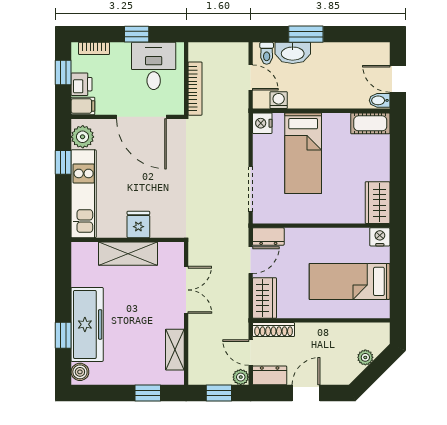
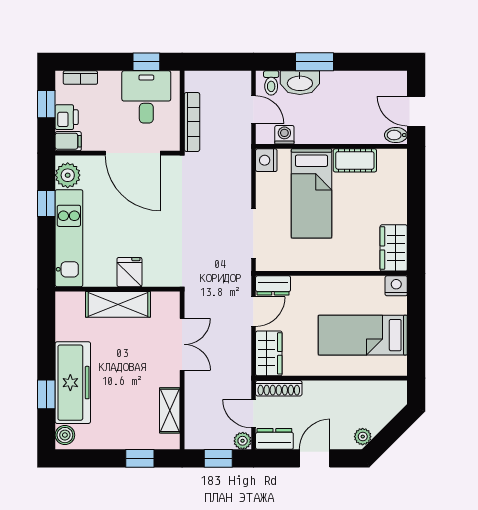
window: (137, 34) -> (146, 62), moved
cot: (370, 123) -> (355, 160), moved
plant: (365, 357) -> (363, 437), moved

